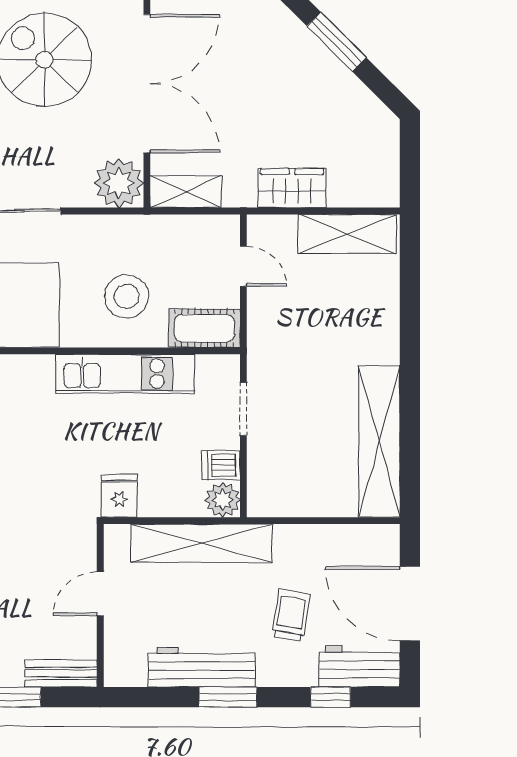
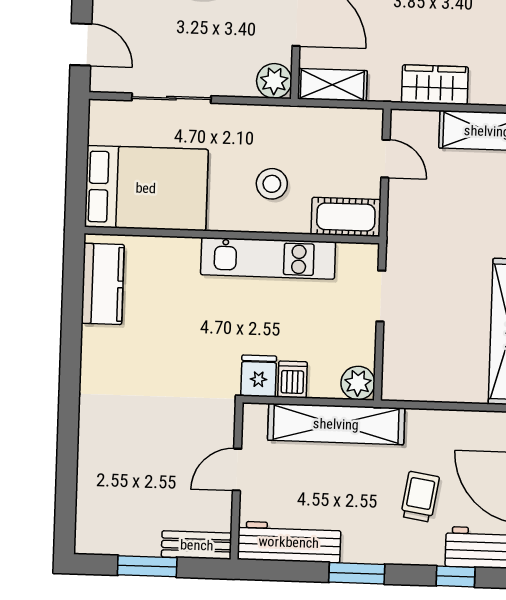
plant: (119, 183) -> (274, 81), width x0.73, depth x0.73
stool: (127, 296) -> (272, 184), width x0.73, depth x0.73
dishwasher: (221, 465) -> (292, 379), moved, turned 90
workbench: (202, 667) -> (289, 542), moved

